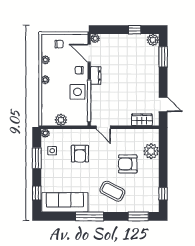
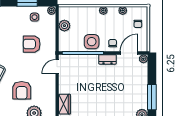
window: (135, 30) -> (152, 97), width x2.17
armchair: (128, 164) -> (22, 90), turned 180

